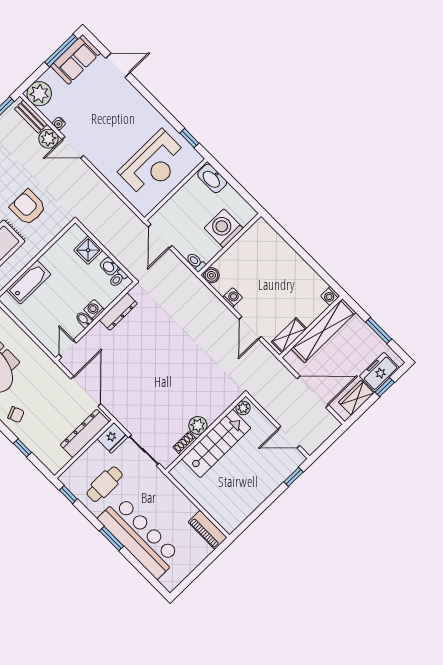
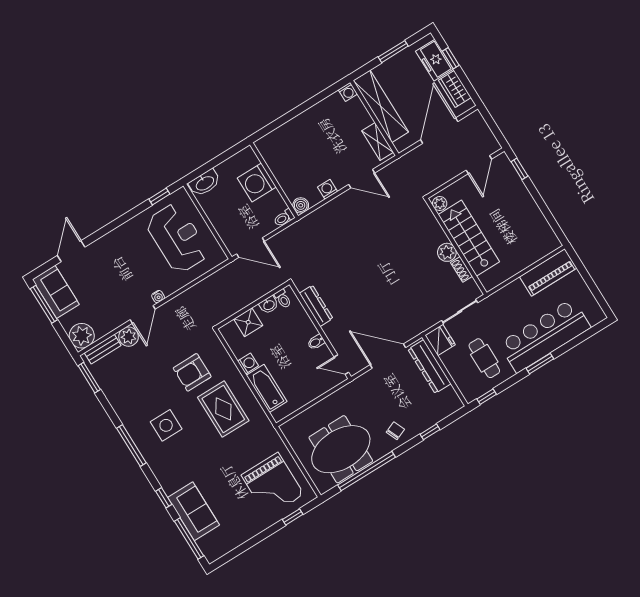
water cooler: (59, 123) -> (158, 297), moved
washing machine: (94, 310) -> (248, 363), moved, turned 180
piano: (208, 530) -> (548, 272), width x1.37, depth x1.33

